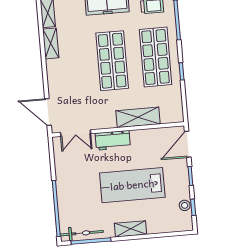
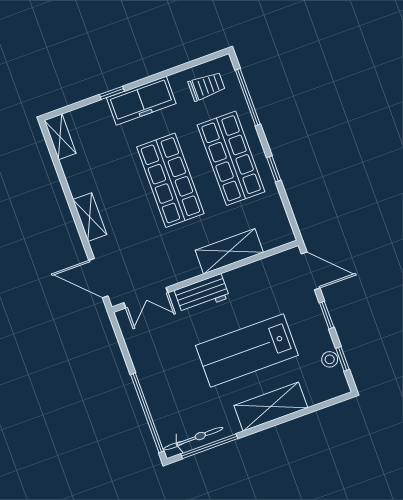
shelving: (51, 43) -> (90, 217), moved
door: (188, 144) -> (311, 271), swing flipped
shelving: (131, 229) -> (271, 407), width x1.50, depth x1.33

